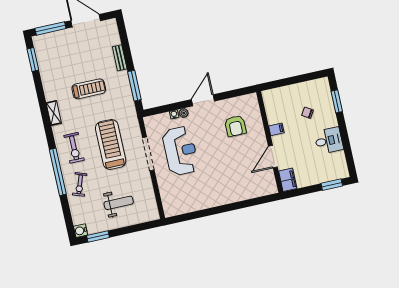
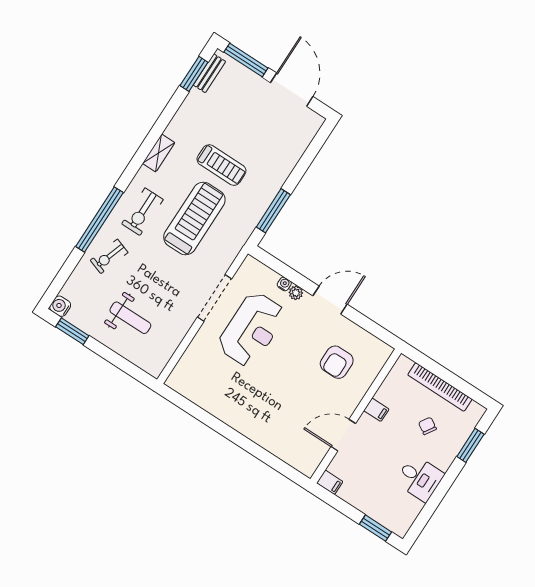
bench: (120, 58) -> (209, 73), moved
bookcase: (295, 89) -> (440, 387), added
treadmill: (111, 144) -> (194, 219), moved
filing cabinet: (288, 180) -> (330, 482), width x0.50

